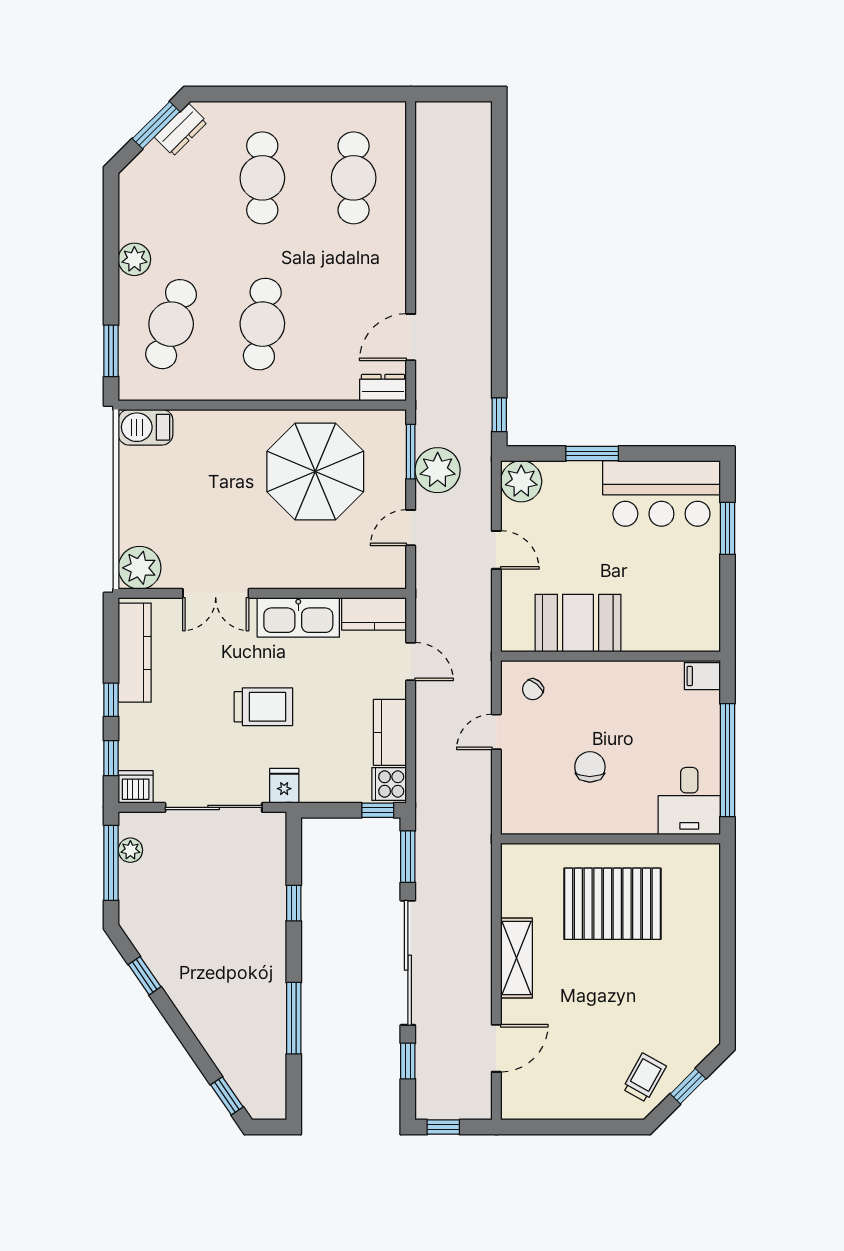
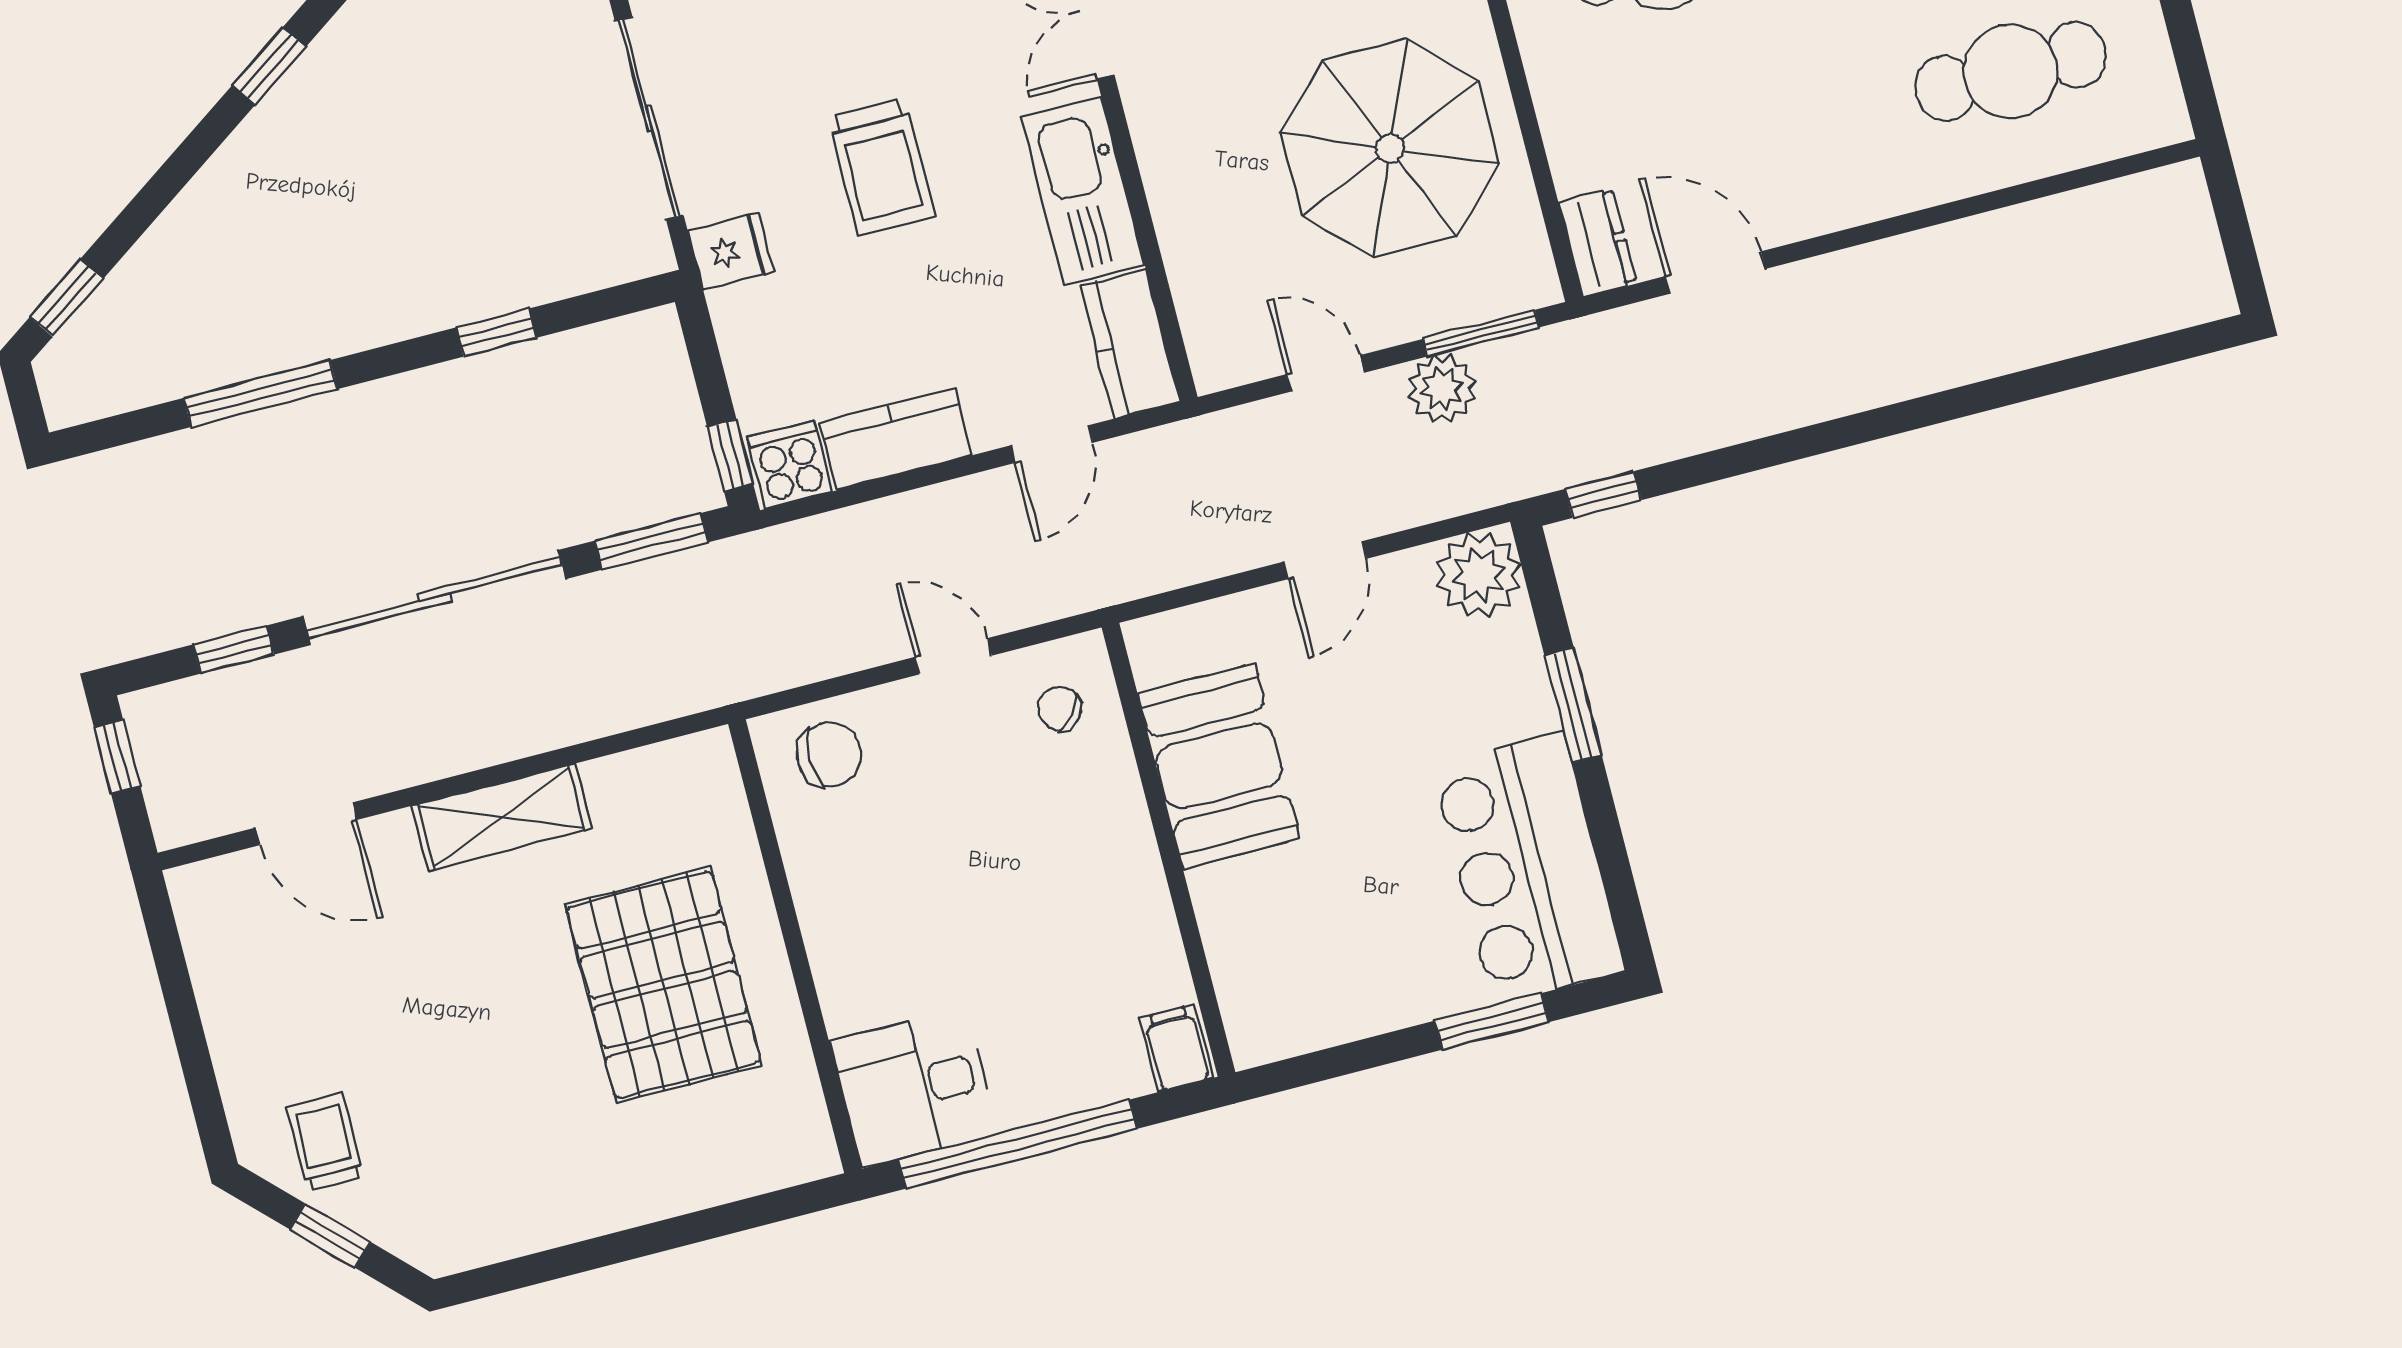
plant: (438, 470) -> (1442, 389), width x0.73, depth x0.73
chair: (590, 767) -> (829, 755), moved
trolley: (644, 1078) -> (325, 1142), turned -119

